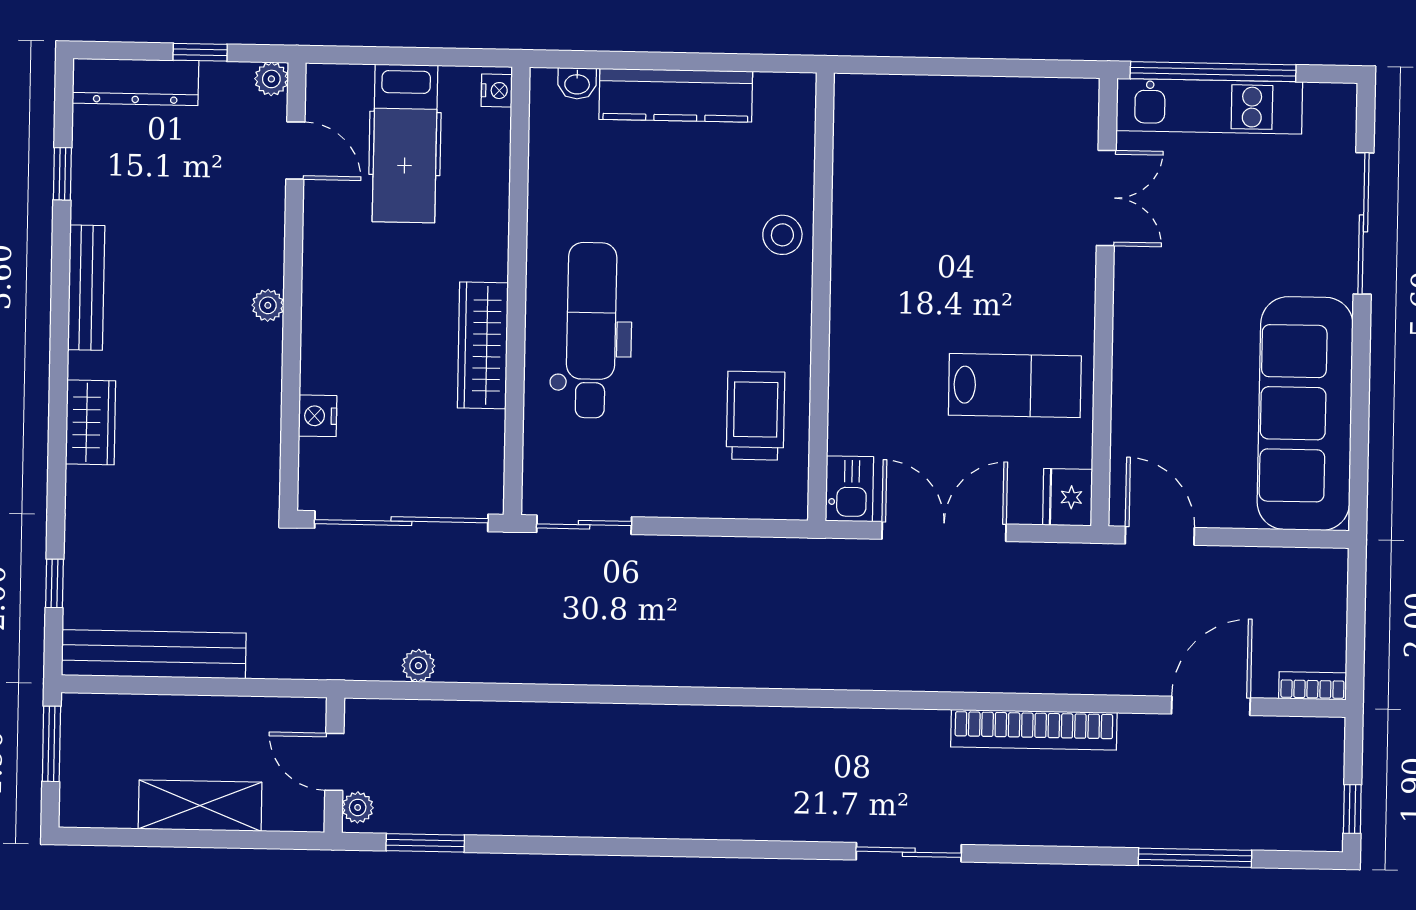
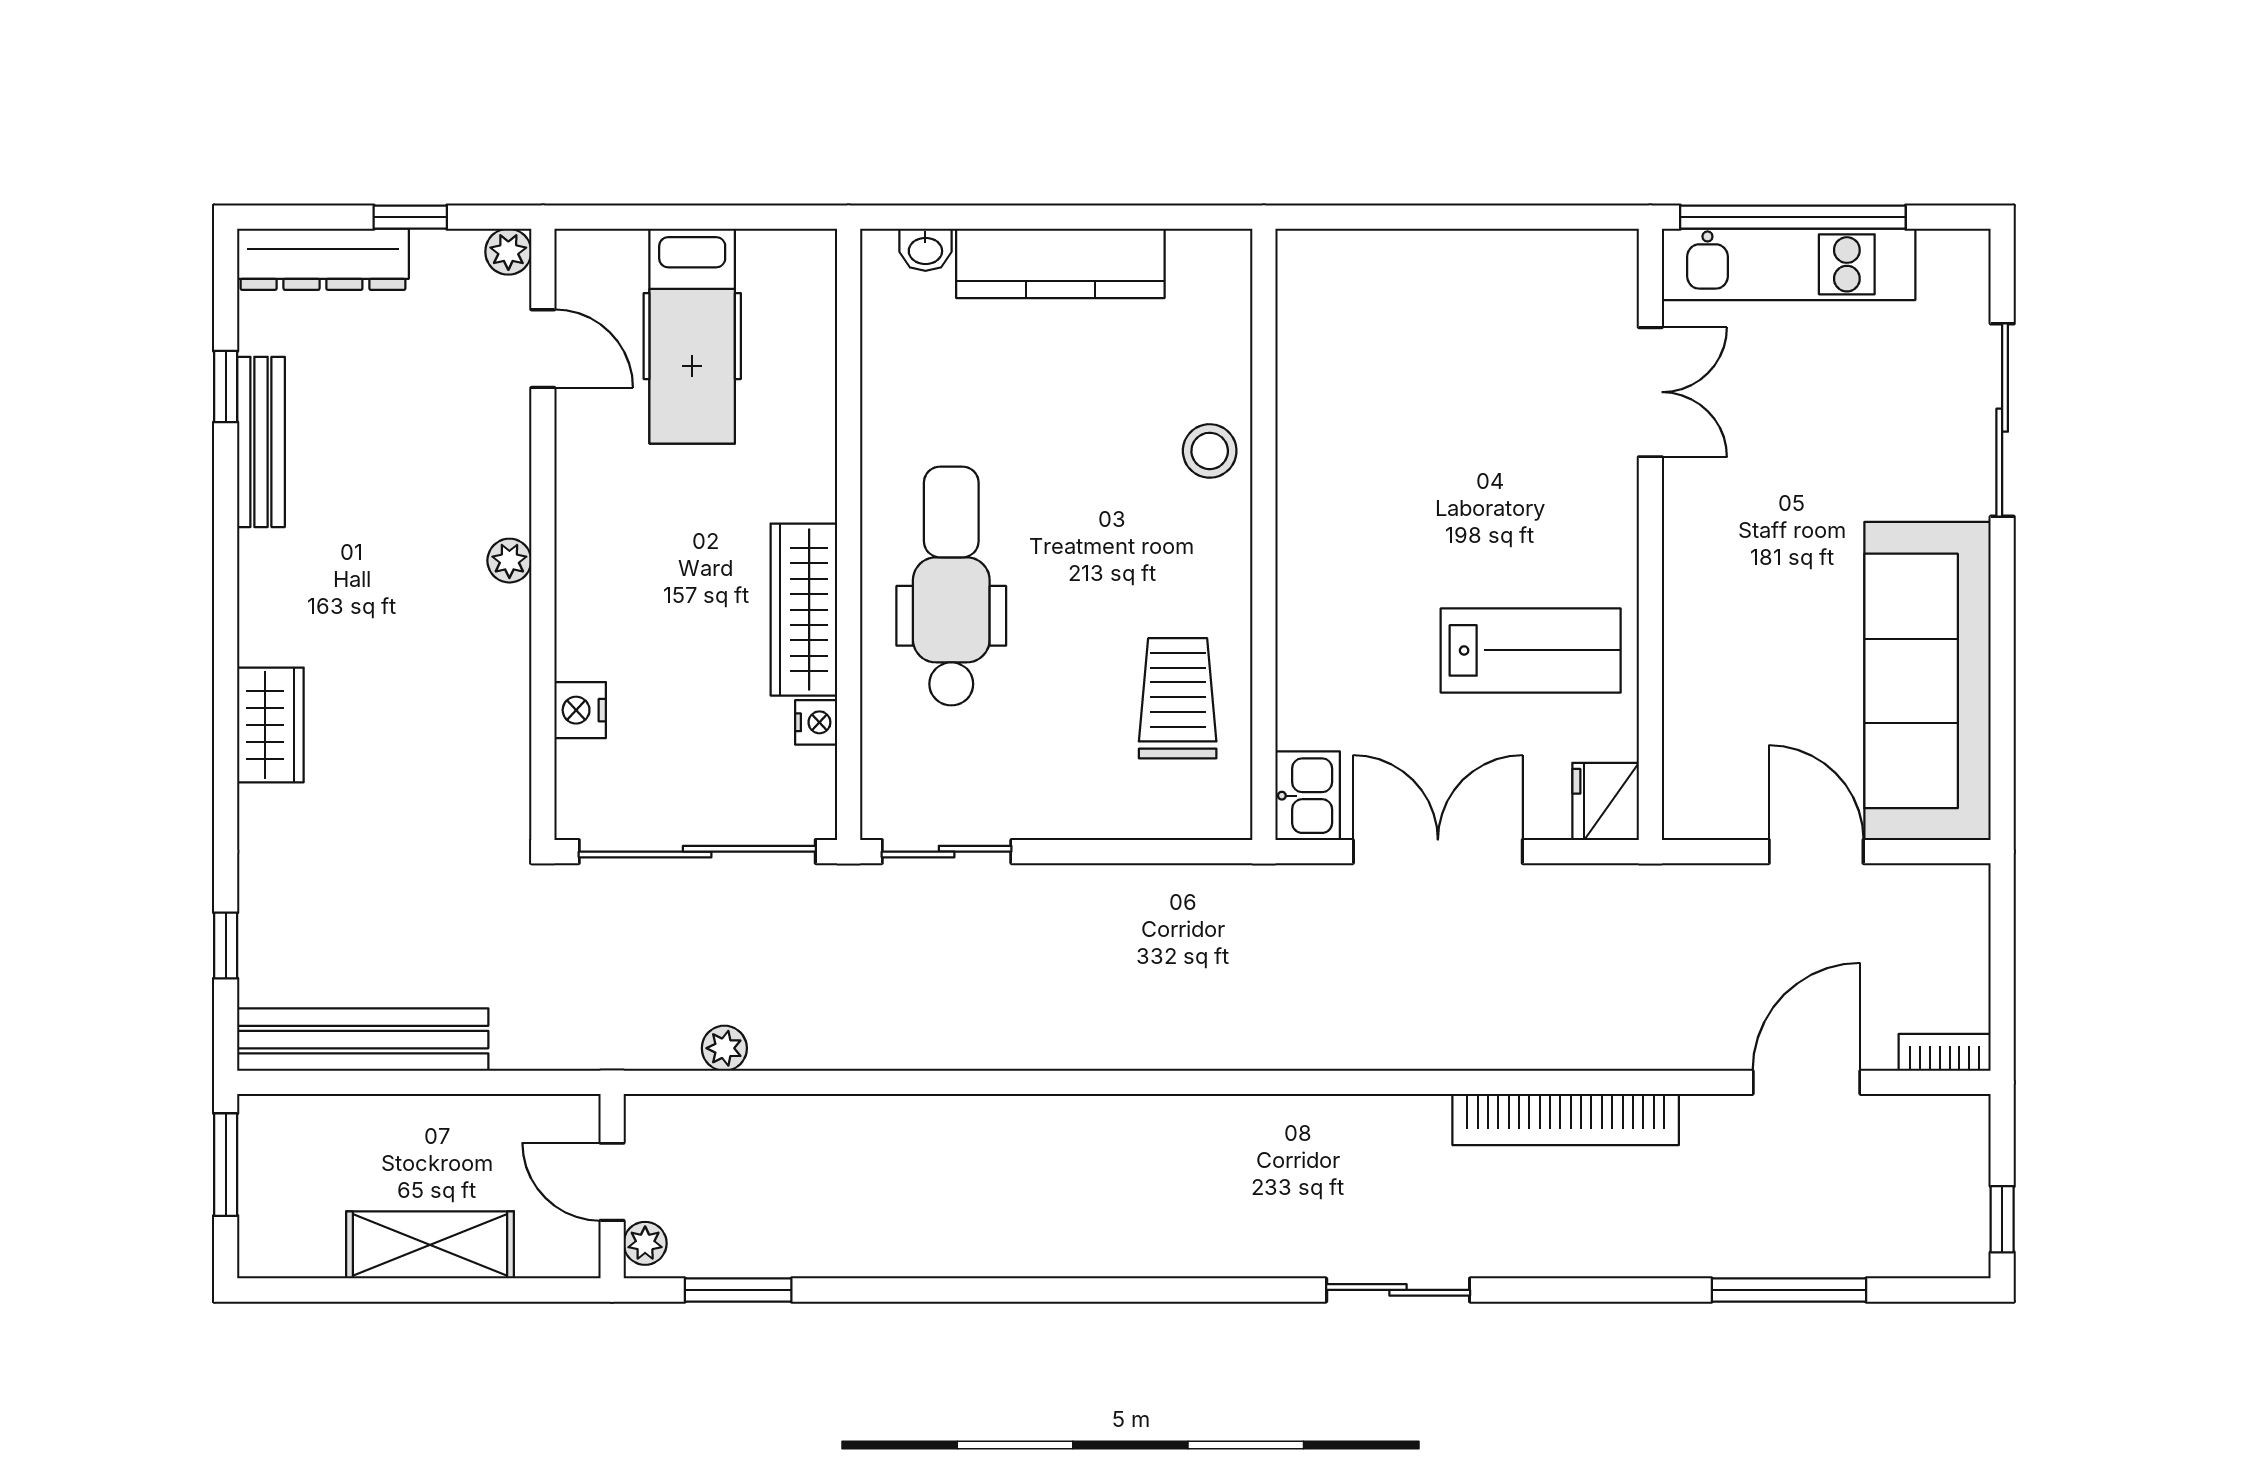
nightstand: (497, 90) -> (816, 722), moved
bench: (86, 288) -> (261, 442), moved
door: (1160, 536) -> (1816, 852), moved

